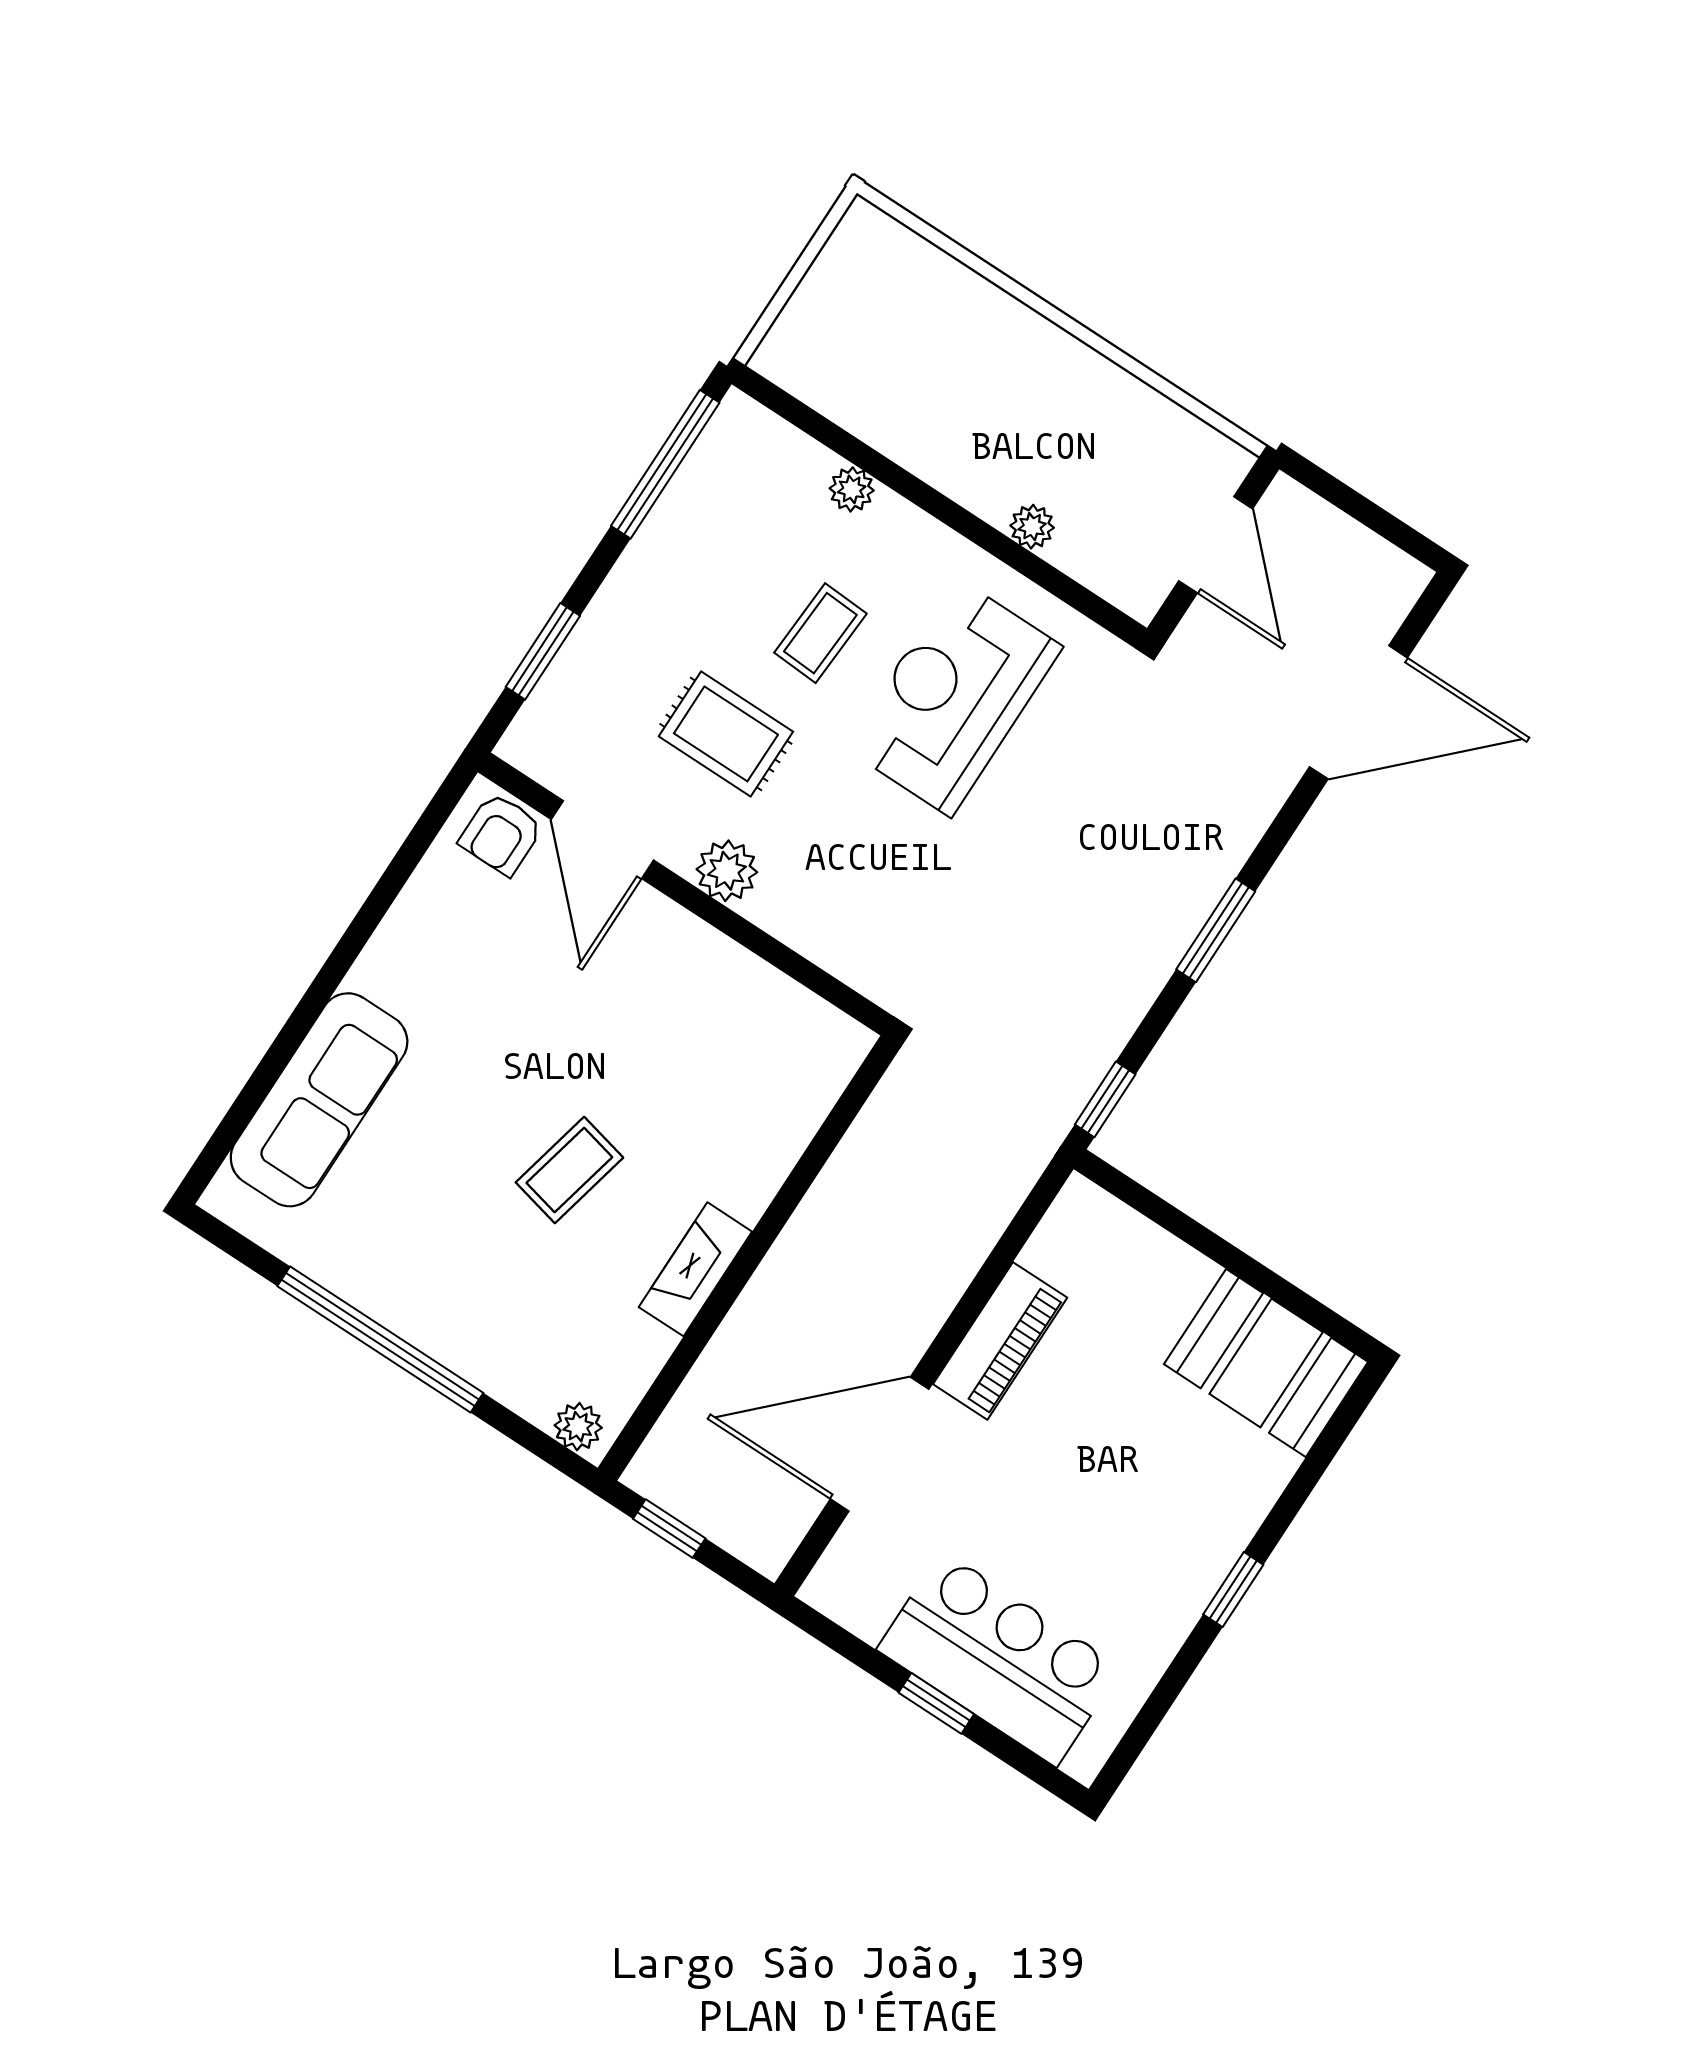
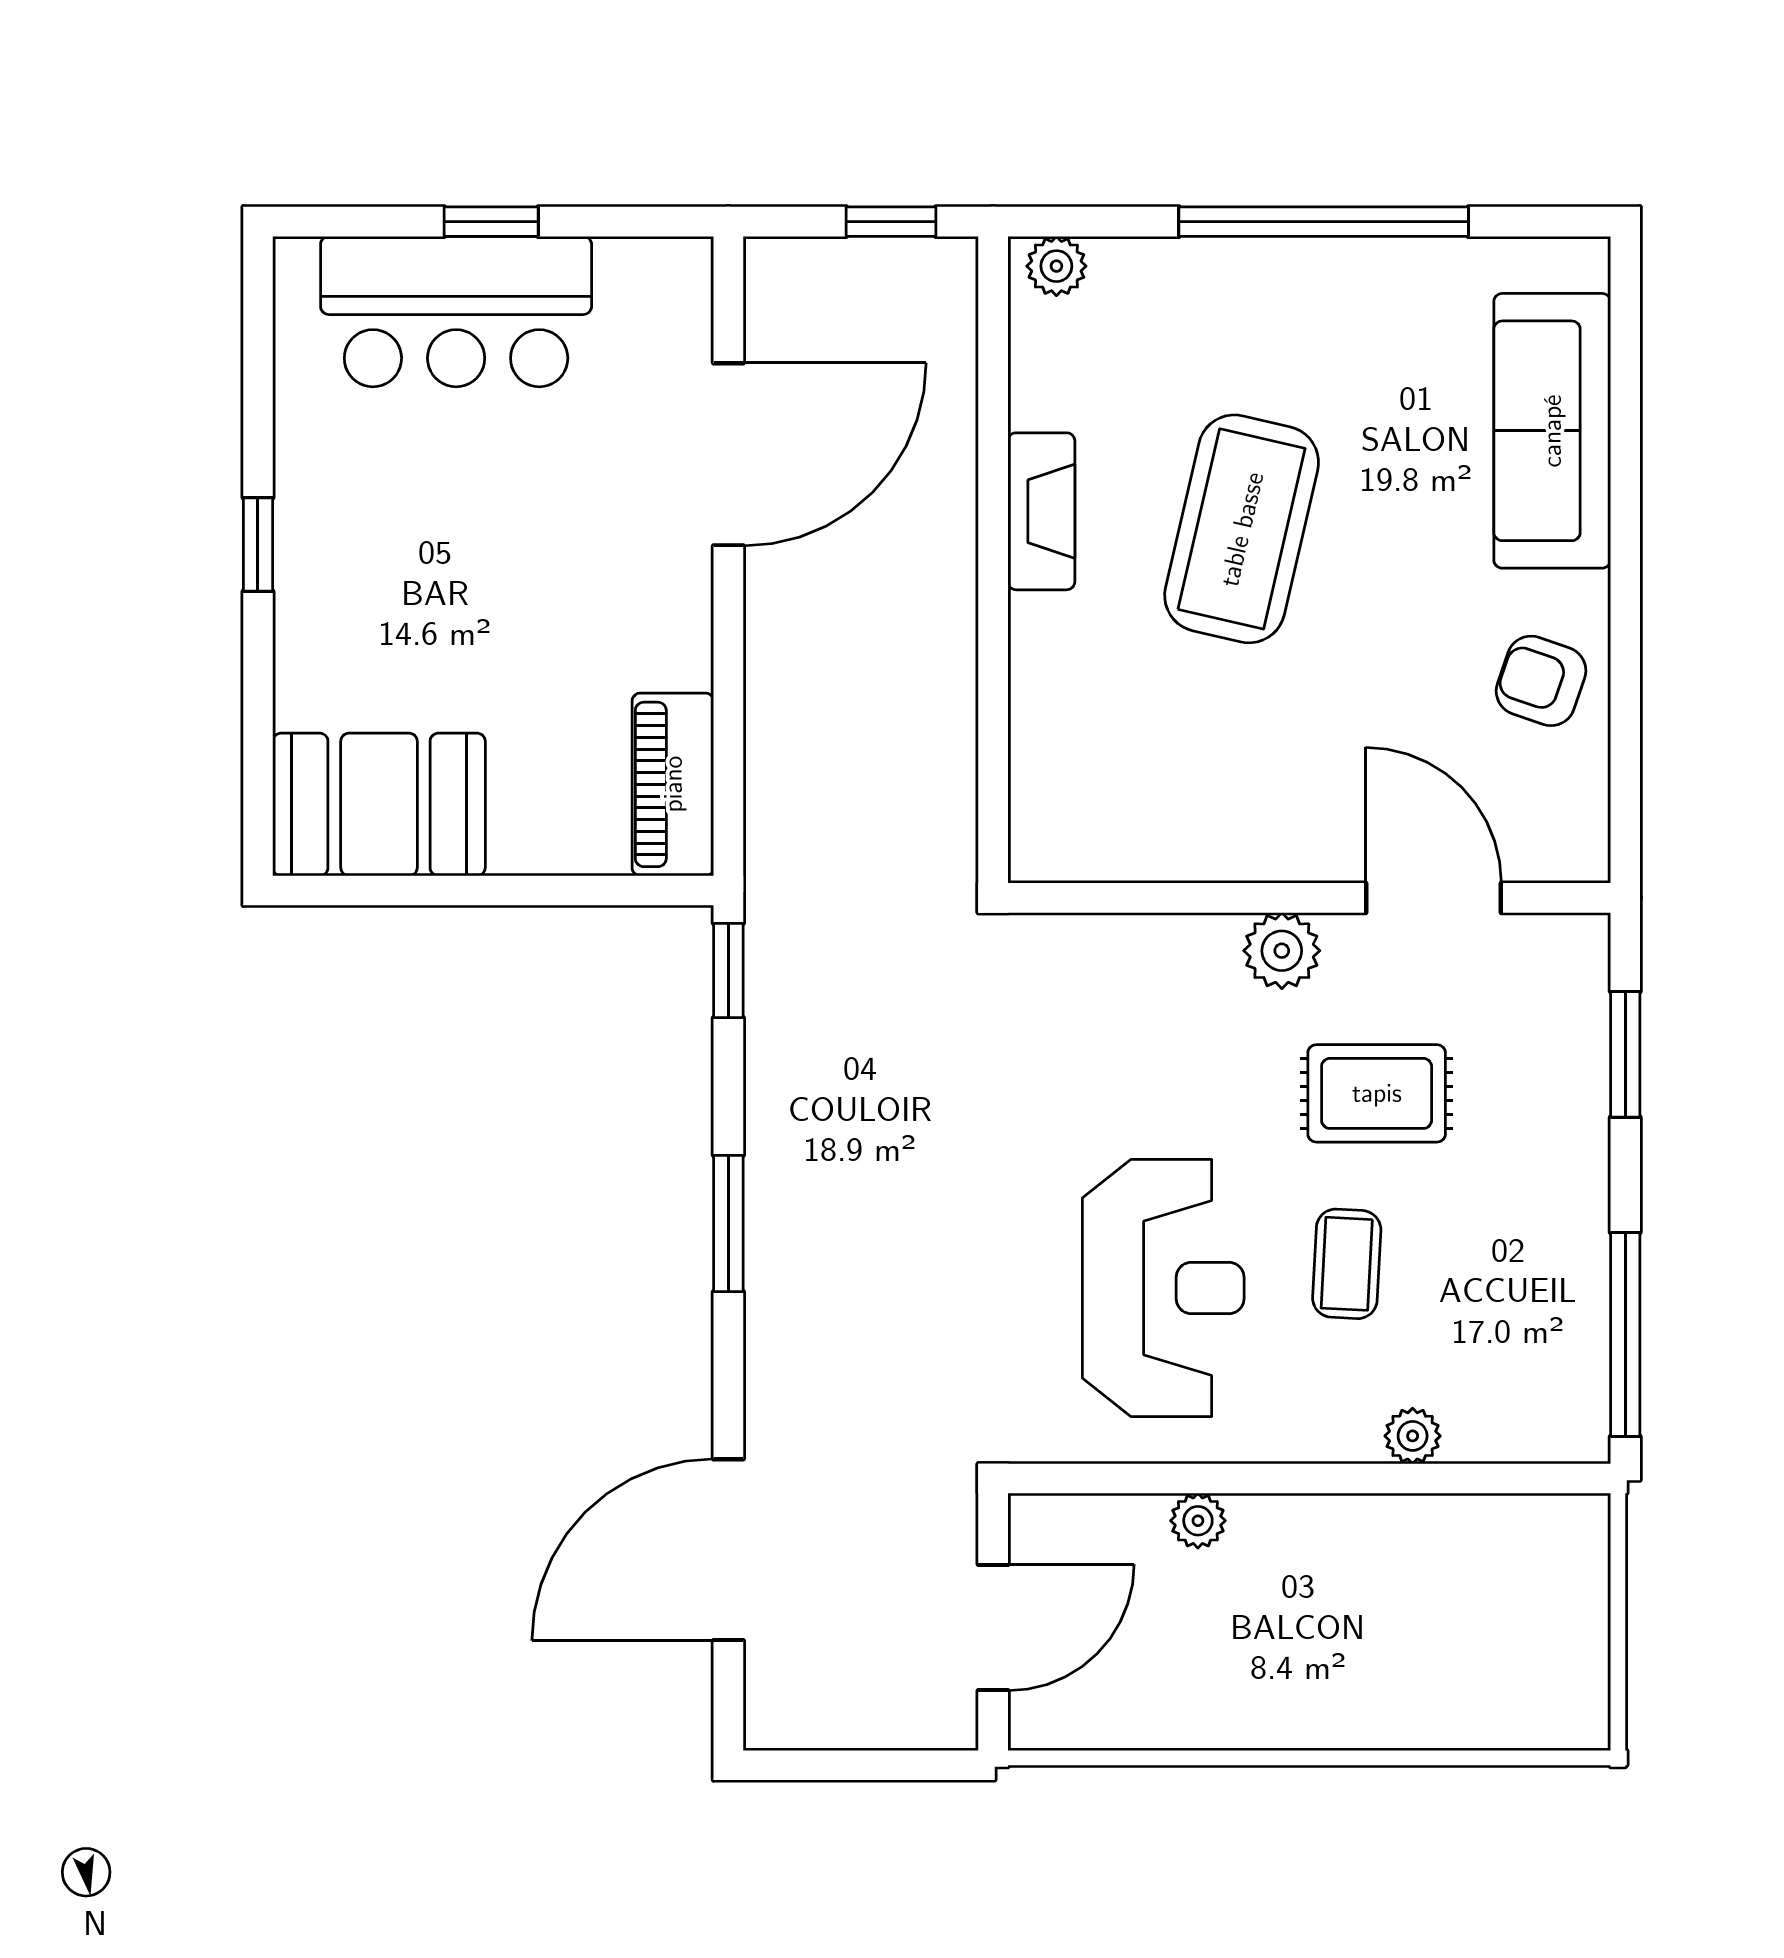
door: (1216, 545) -> (993, 1627), swing flipped
armchair: (501, 834) -> (1541, 681), moved, turned -71
coffee table: (569, 1170) -> (1242, 529), width x1.86, depth x1.72
piano: (1000, 1341) -> (673, 784), moved

